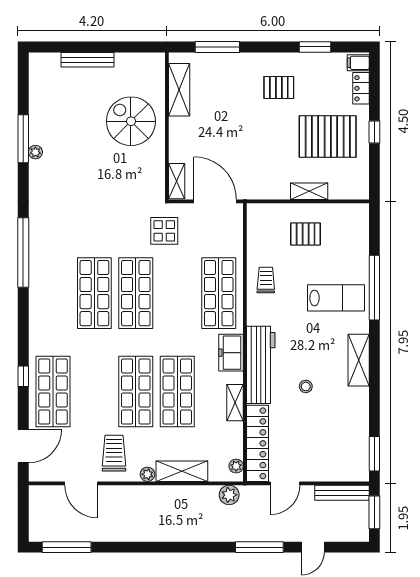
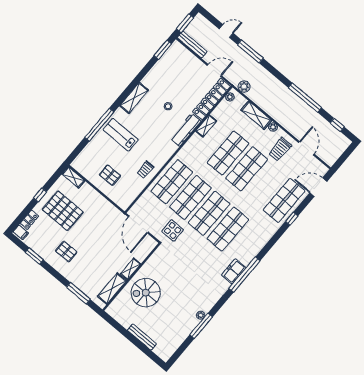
spiral stairs: (131, 121) -> (146, 293), turned 90
shelving: (177, 181) -> (130, 269), moved
shelving: (309, 191) -> (73, 177), moved
shop shelf: (177, 293) -> (190, 197), added
freezer: (231, 353) -> (234, 271), moved, turned 180
workbench: (261, 365) -> (186, 130), width x0.73, depth x0.76
window: (67, 547) -> (337, 125), width x0.46
window: (138, 547) -> (305, 98), added

